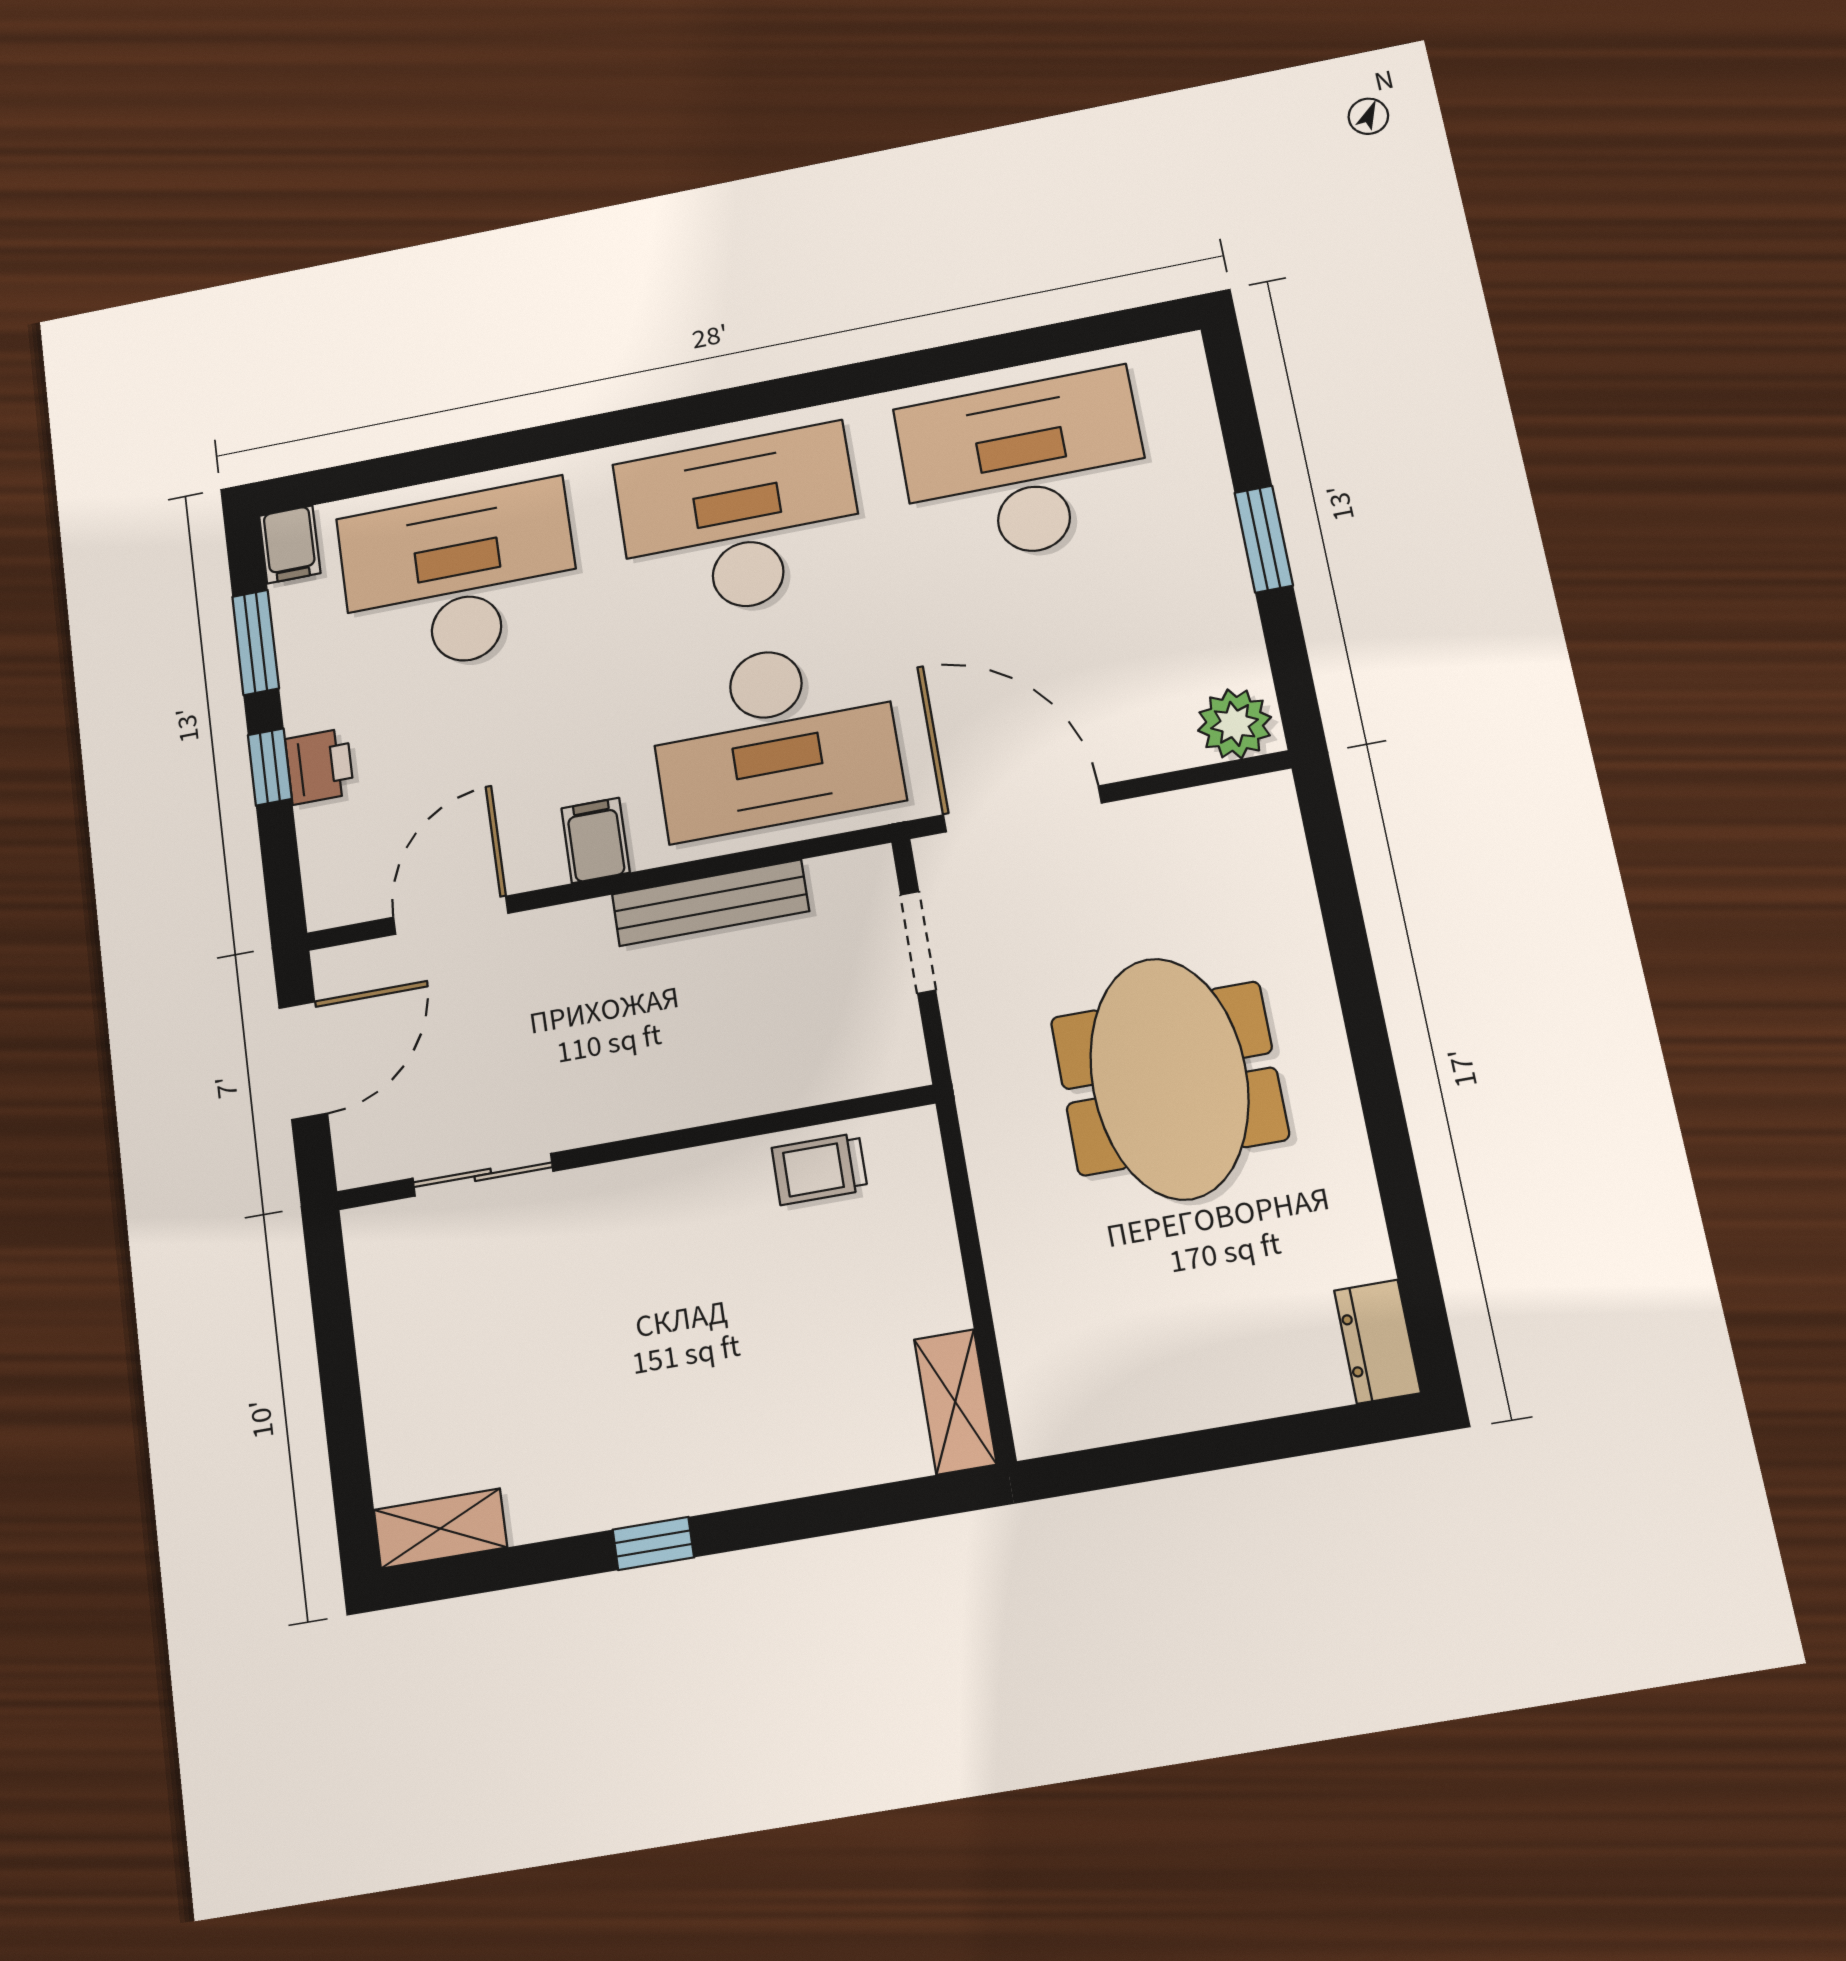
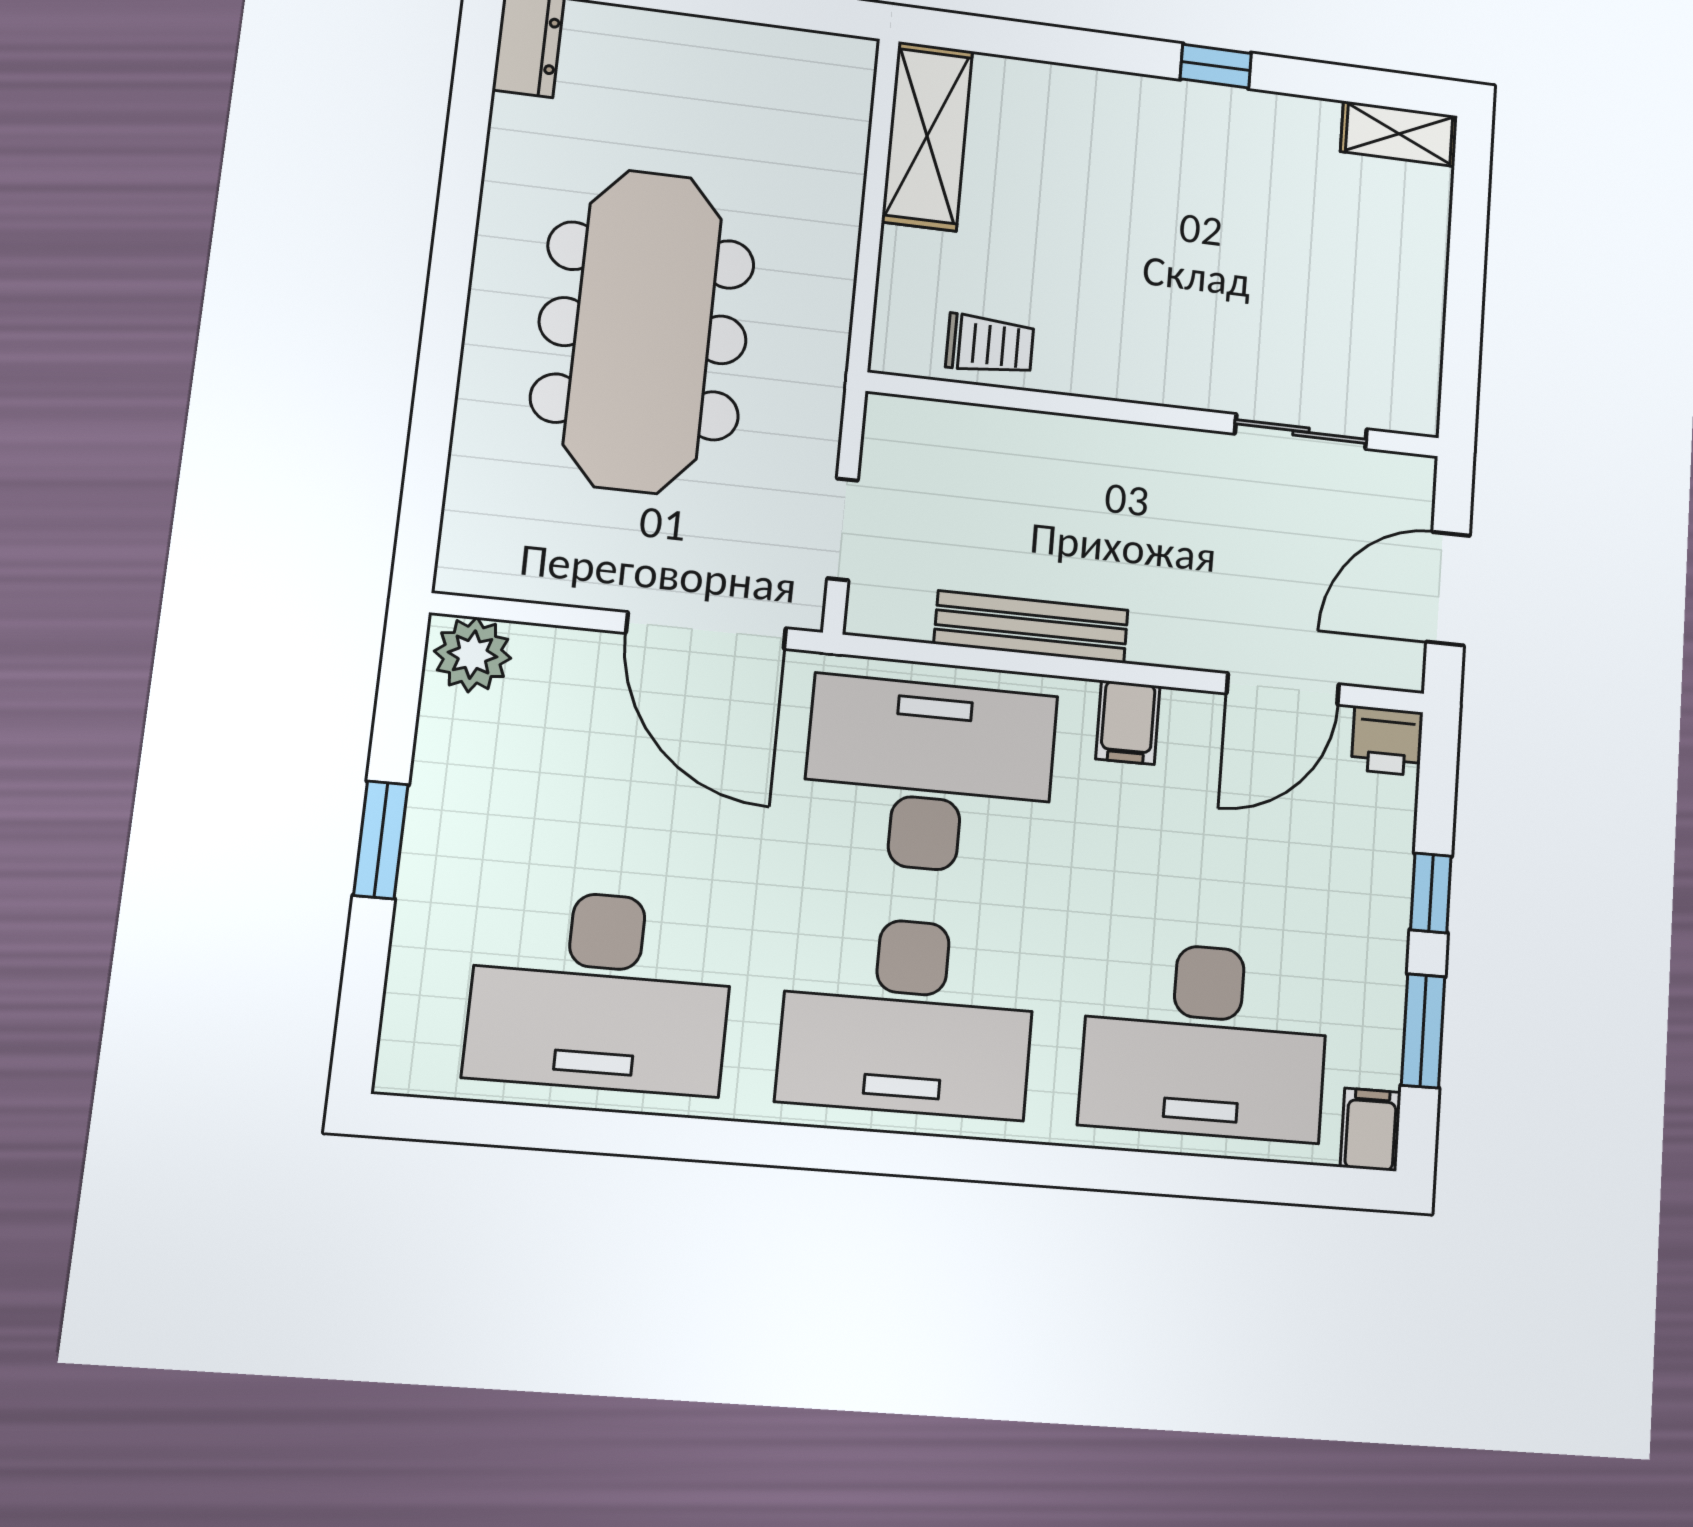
printer: (320, 766) -> (1387, 741), moved, turned -90
meeting table: (1169, 1078) -> (643, 331), width x1.36
shelving: (955, 1402) -> (927, 136), width x1.50, depth x1.33

